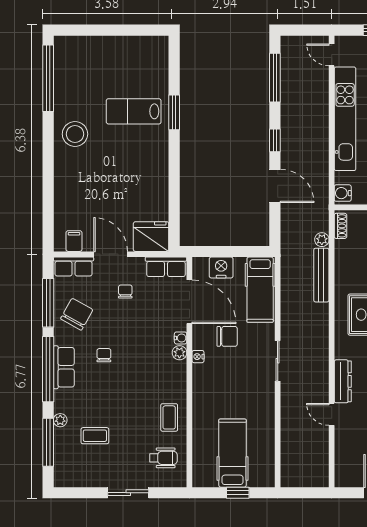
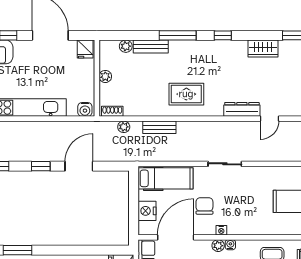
bench: (321, 275) -> (159, 127), width x0.73
water cooler: (181, 338) -> (230, 245), moved

